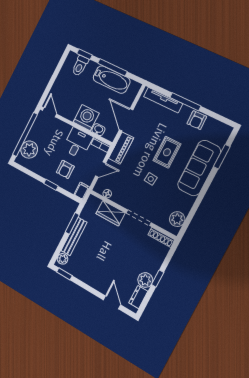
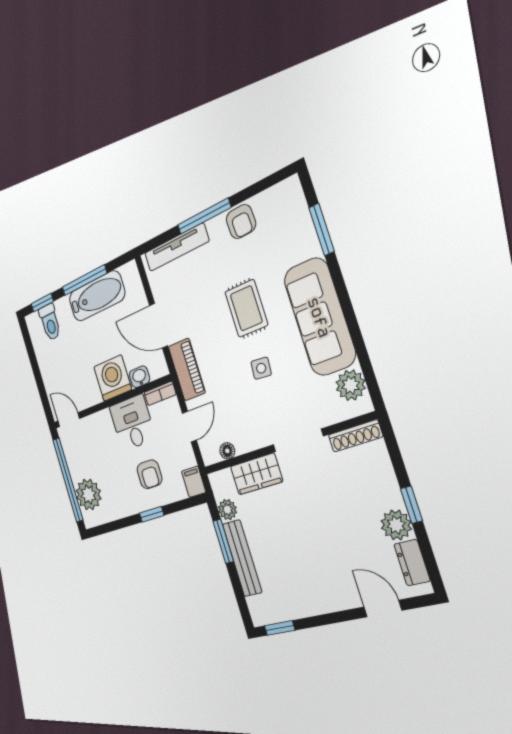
sofa: (199, 168) -> (319, 317), moved
plant: (63, 259) -> (227, 510), moved

